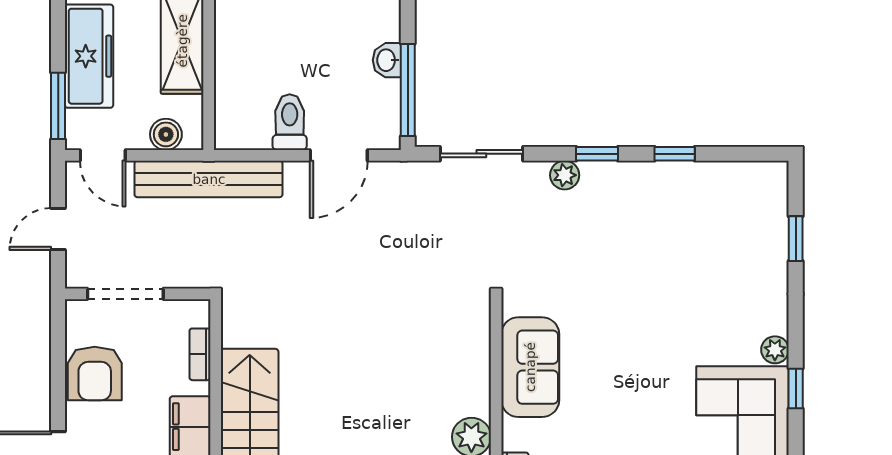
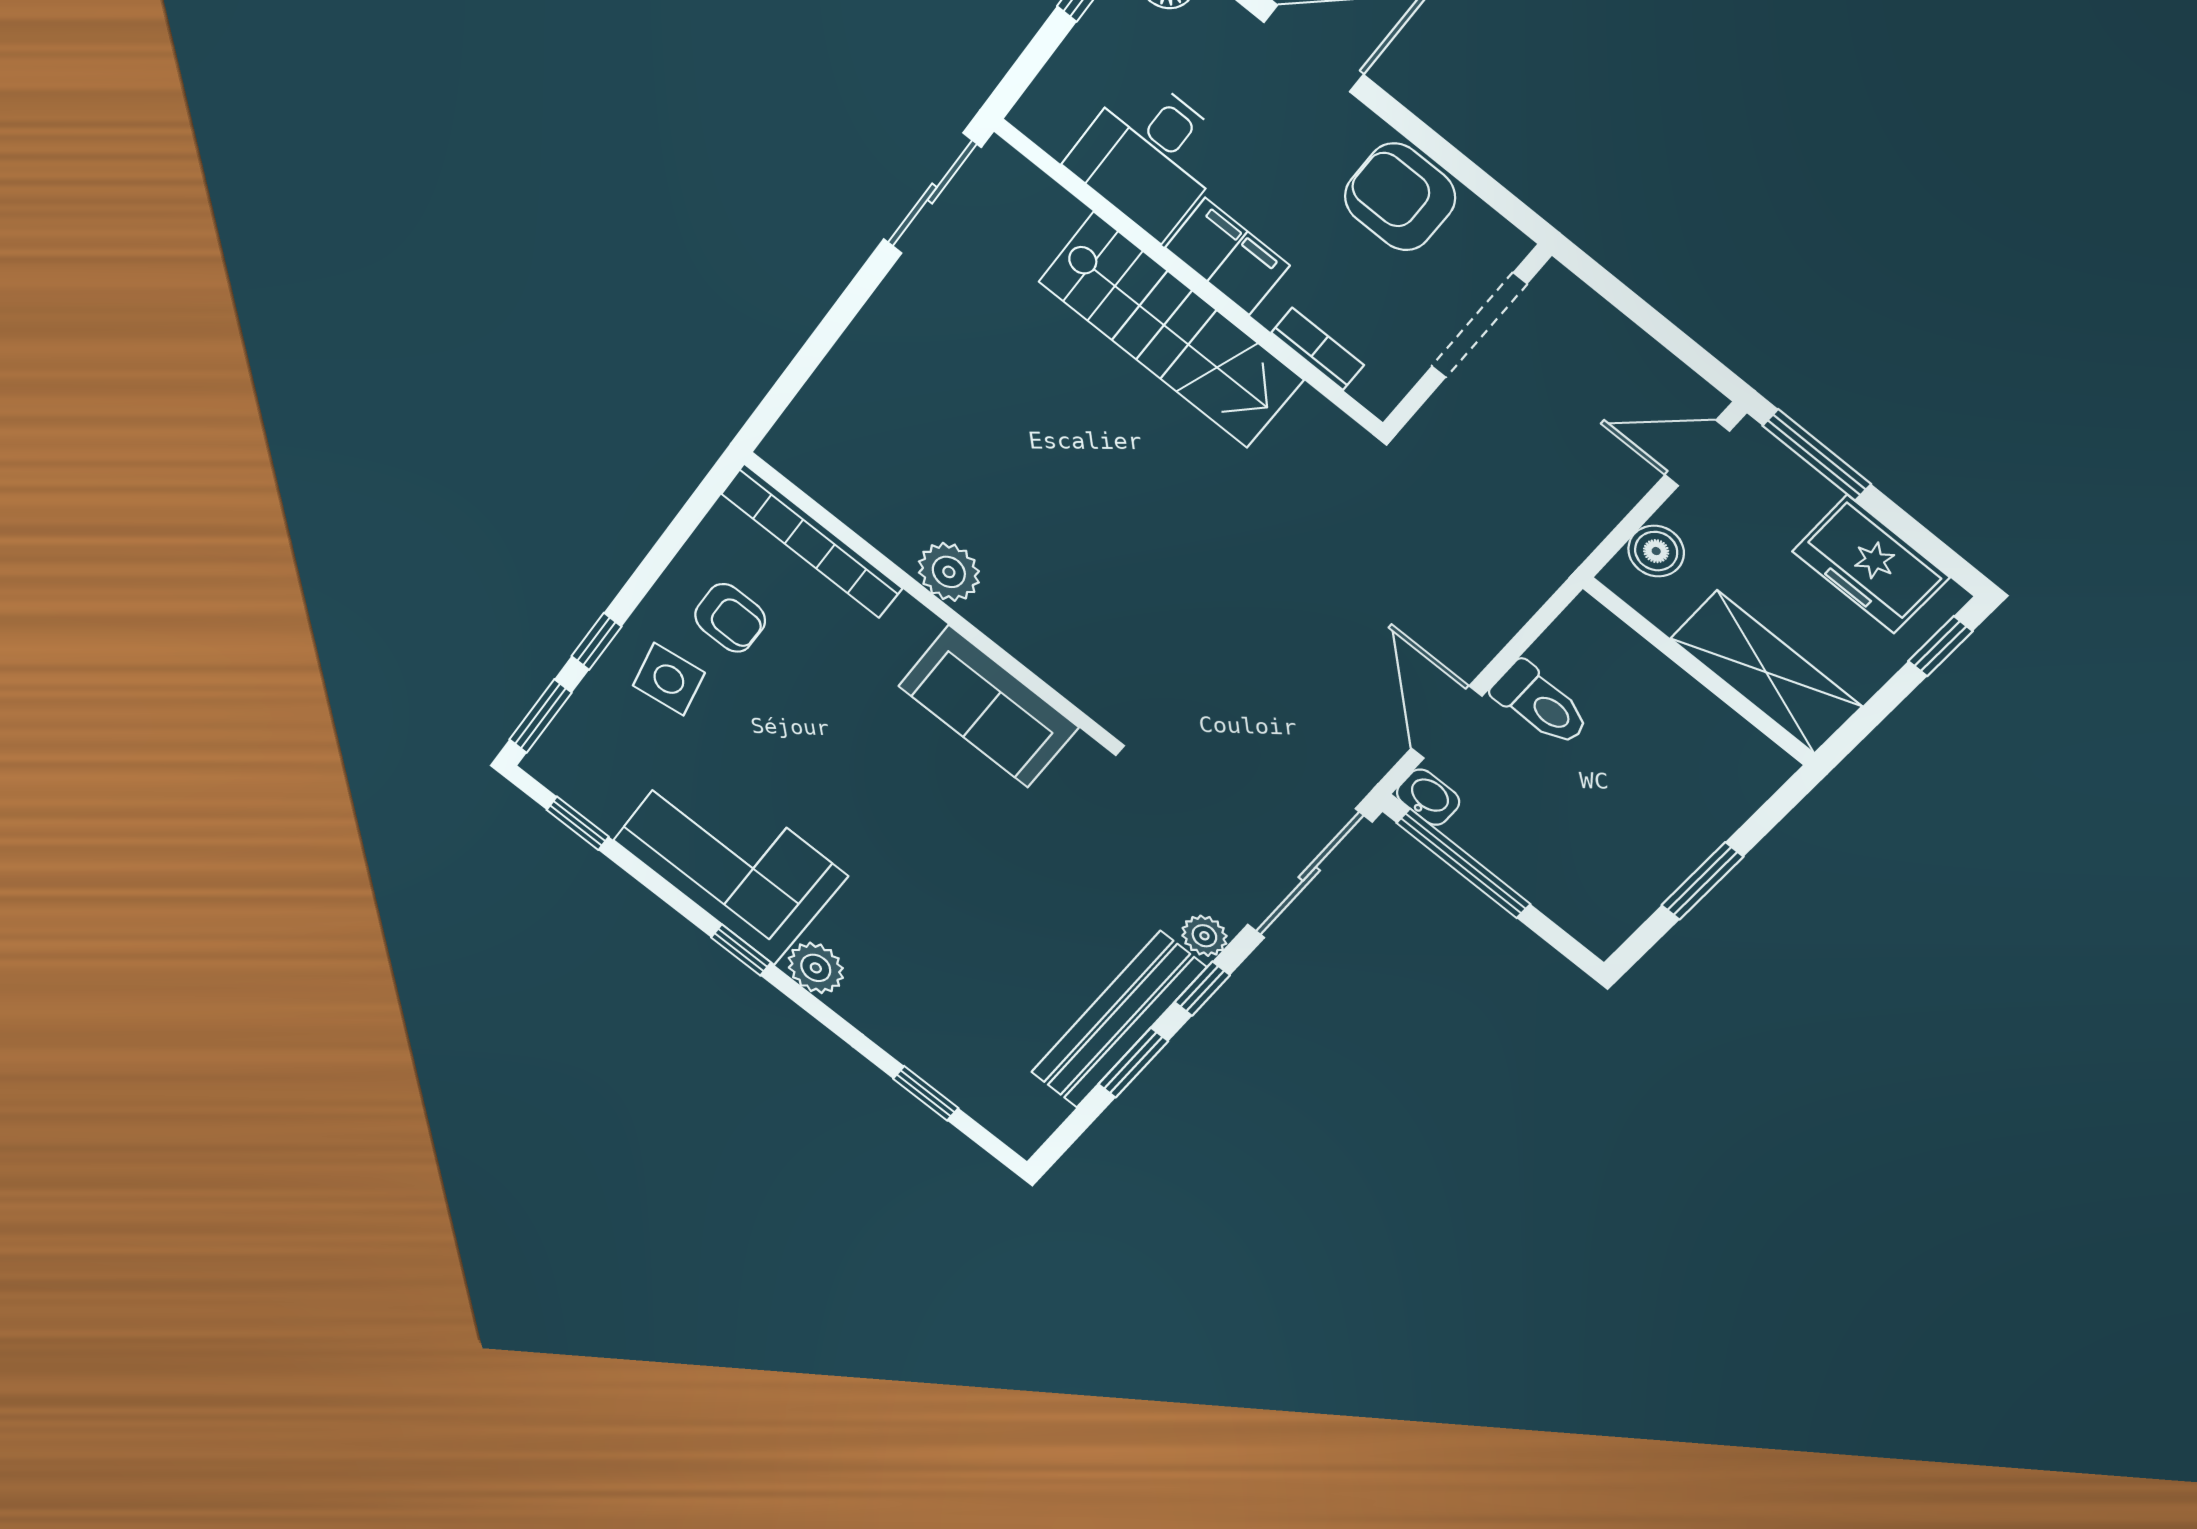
freezer: (89, 56) -> (1871, 564), width x0.71
washbasin: (387, 60) -> (1428, 797), moved
sliding door: (481, 154) -> (1309, 874), width x1.37
window: (675, 154) -> (1133, 1063), width x1.50
bench: (209, 179) -> (1118, 1020), moved
door: (58, 229) -> (1644, 315), removed
plant: (775, 350) -> (816, 968), width x1.38, depth x1.38

